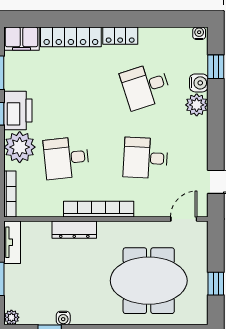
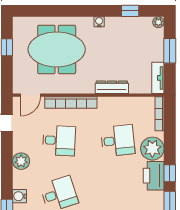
plant: (197, 105) -> (21, 161), moved
bookcase: (99, 209) -> (71, 103), moved
water cooler: (63, 318) -> (99, 22), moved

